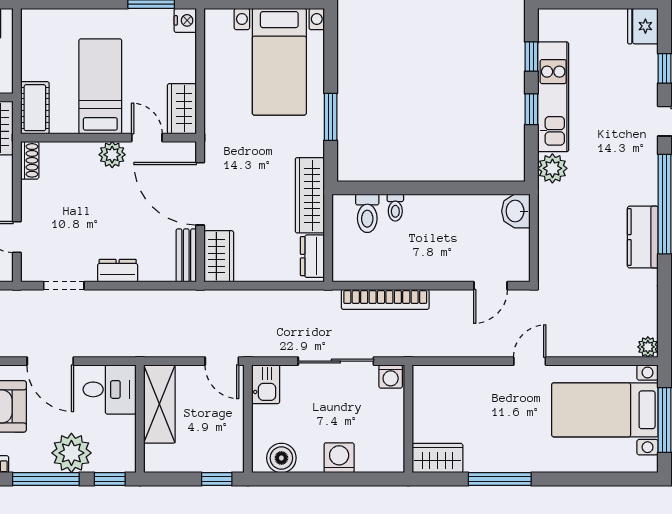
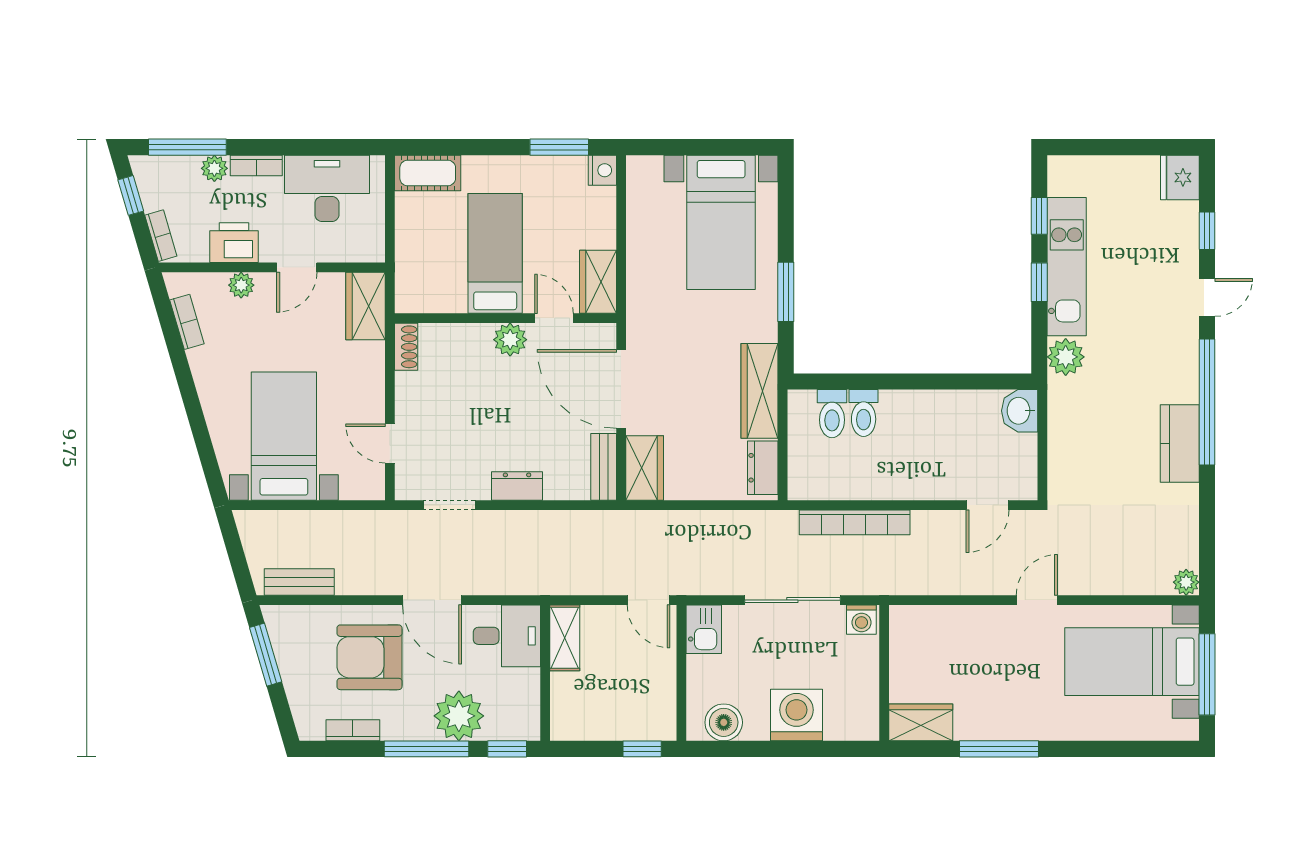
cot: (35, 108) -> (428, 173), moved, turned 90
toilet: (395, 208) -> (864, 413), width x1.37, depth x1.39
shelving: (159, 404) -> (565, 638), width x0.67, depth x0.75
washing machine: (339, 458) -> (796, 715), width x1.37, depth x1.37

